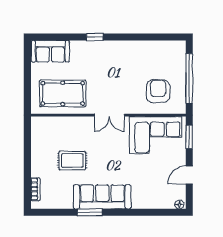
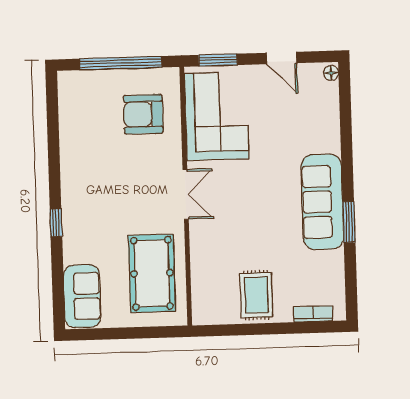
rug: (72, 161) -> (256, 295), moved

